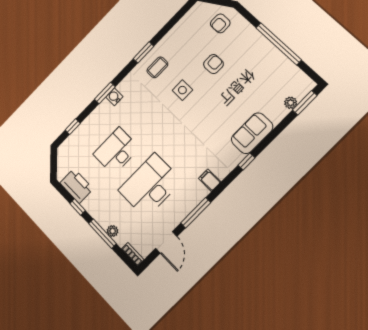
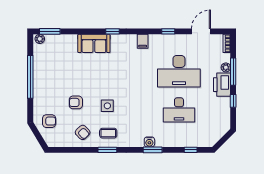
armchair: (180, 45) -> (83, 132), added
plant: (291, 103) -> (40, 39), moved
printer: (77, 186) -> (222, 85), moved
window: (196, 213) -> (168, 31), width x0.46

